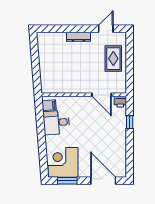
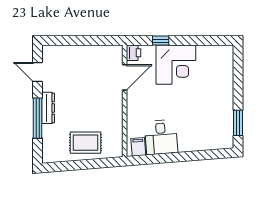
window: (71, 29) -> (38, 118), added
rug: (113, 59) -> (85, 143), moved
corner desk: (63, 162) -> (176, 65), moved, turned -90
door: (103, 181) -> (238, 75), removed

